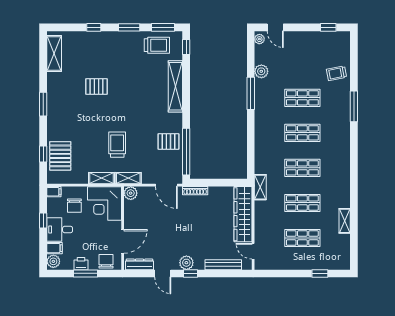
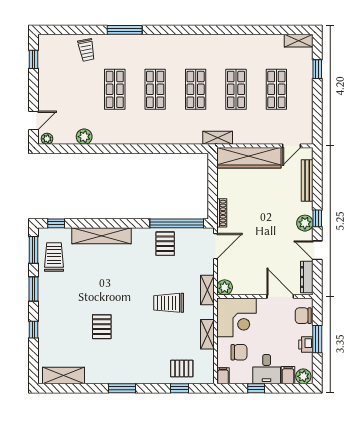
window: (251, 93) -> (110, 149), removed
pallet: (60, 156) -> (182, 368), width x0.67, depth x0.71
shelving: (101, 178) -> (207, 334), moved
shelving: (345, 221) -> (299, 41), moved
door: (163, 273) -> (317, 250), swing flipped

